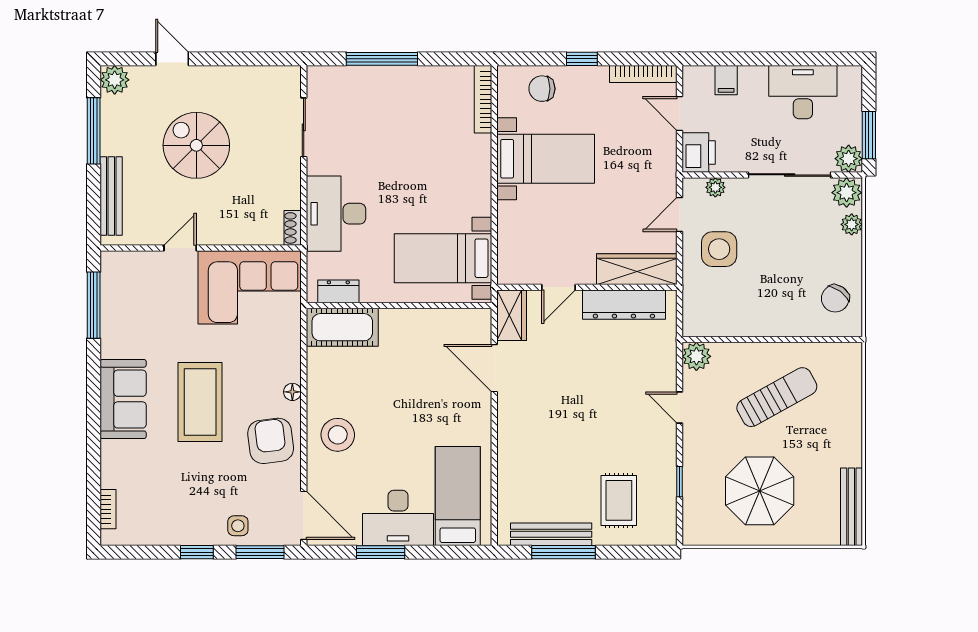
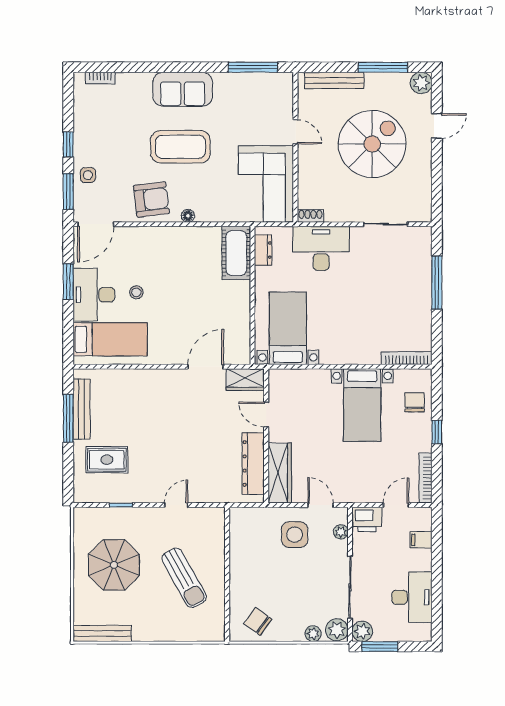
spiral stairs: (196, 145) -> (372, 144), width x1.37, depth x1.37
plant: (696, 356) -> (215, 518), removed
stool: (338, 435) -> (136, 292), moved, width x0.53, depth x0.53

